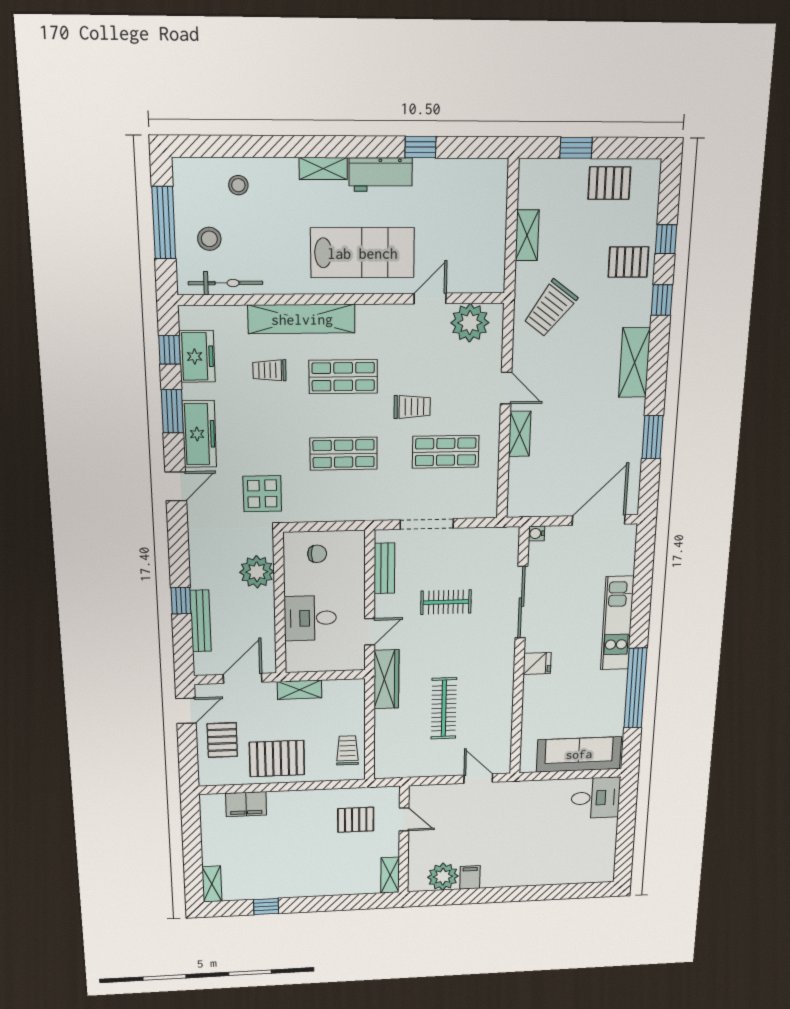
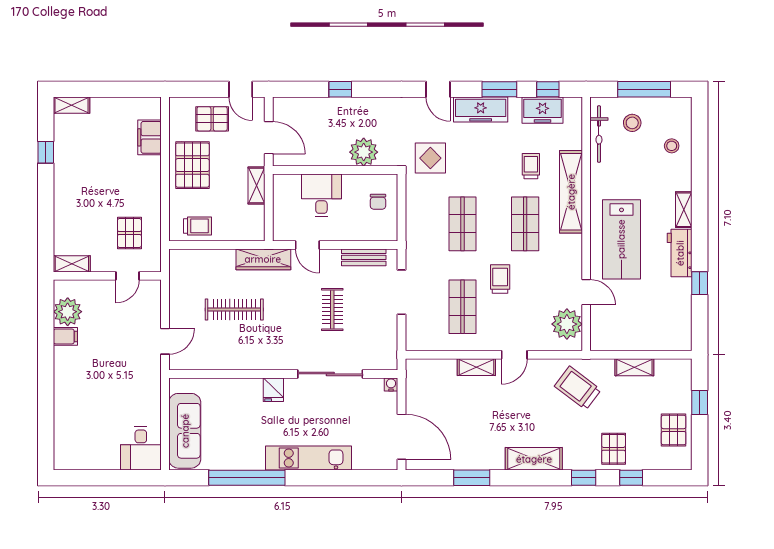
trolley: (412, 407) -> (500, 279), turned 180
bench: (201, 621) -> (322, 105), removed

